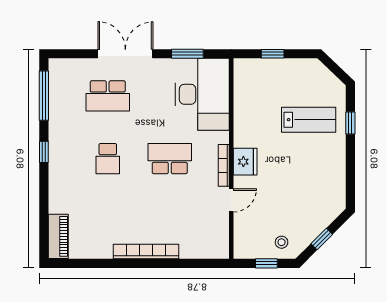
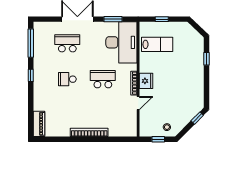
school desk: (108, 96) -> (67, 43), turned 180
lab bench: (309, 120) -> (157, 44), moved
school desk: (108, 159) -> (67, 79), turned 90
window: (322, 239) -> (197, 118), moved

